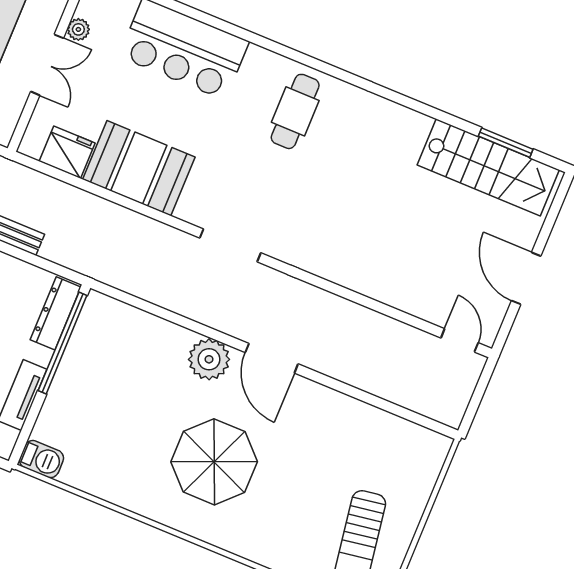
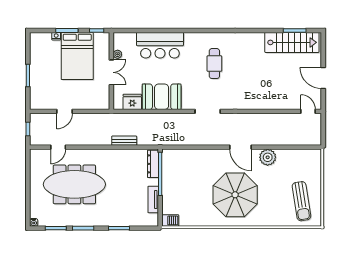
cafe table: (295, 111) -> (214, 64), moved
plant: (209, 359) -> (268, 157), moved
parasol: (214, 462) -> (235, 195), width x1.36, depth x1.36

